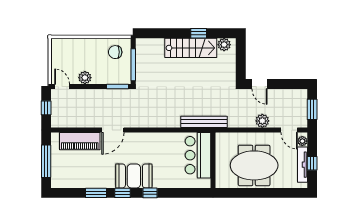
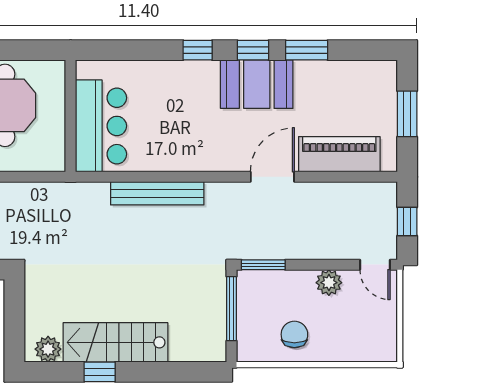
chair: (115, 52) -> (294, 334), moved, turned -90
bench: (204, 122) -> (157, 193), moved
window: (46, 161) -> (407, 114), width x0.69
booth: (134, 176) -> (257, 84), moved

